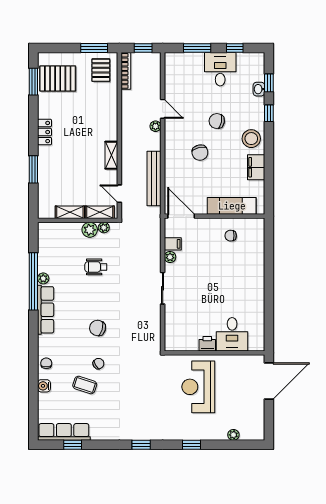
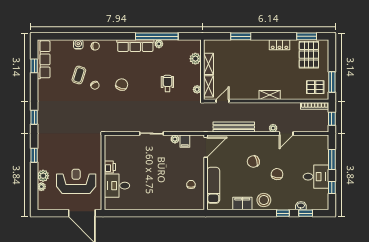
locker: (45, 132) -> (280, 45), moved
shelving: (111, 155) -> (270, 95), moved
plant: (90, 230) -> (195, 59), moved
reception desk: (198, 387) -> (76, 181), moved
plant: (219, 433) -> (43, 176), added

